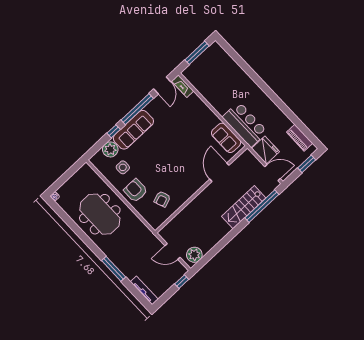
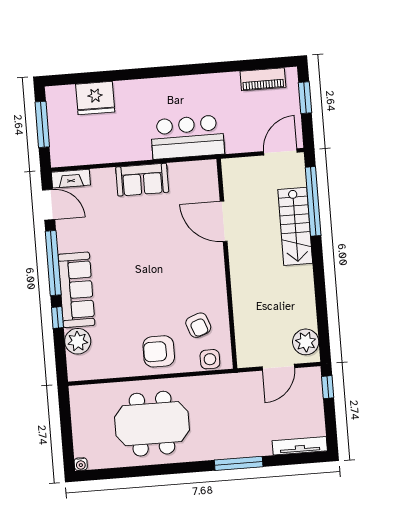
sofa: (226, 138) -> (142, 180), moved
fridge: (266, 150) -> (95, 98), moved, turned 180
side table: (123, 167) -> (210, 359), moved

